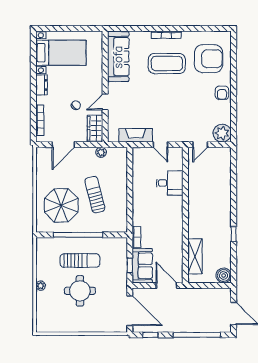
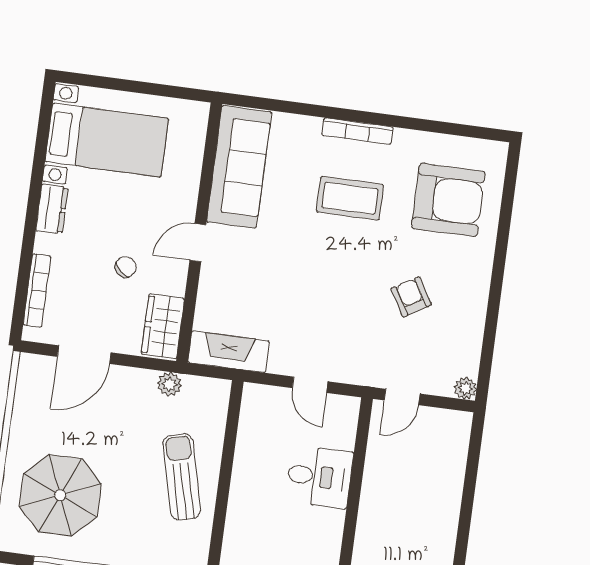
coffee table: (167, 64) -> (350, 198), width x0.73, depth x0.76
armchair: (222, 93) -> (411, 297), moved, turned 149
door: (105, 102) -> (198, 243), moved
plant: (222, 133) -> (465, 388), width x0.53, depth x0.53
fireplace: (136, 135) -> (229, 352), moved
sun lounger: (95, 195) -> (182, 477), moved

